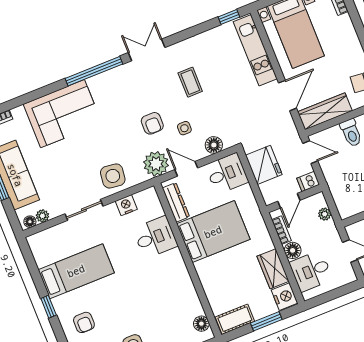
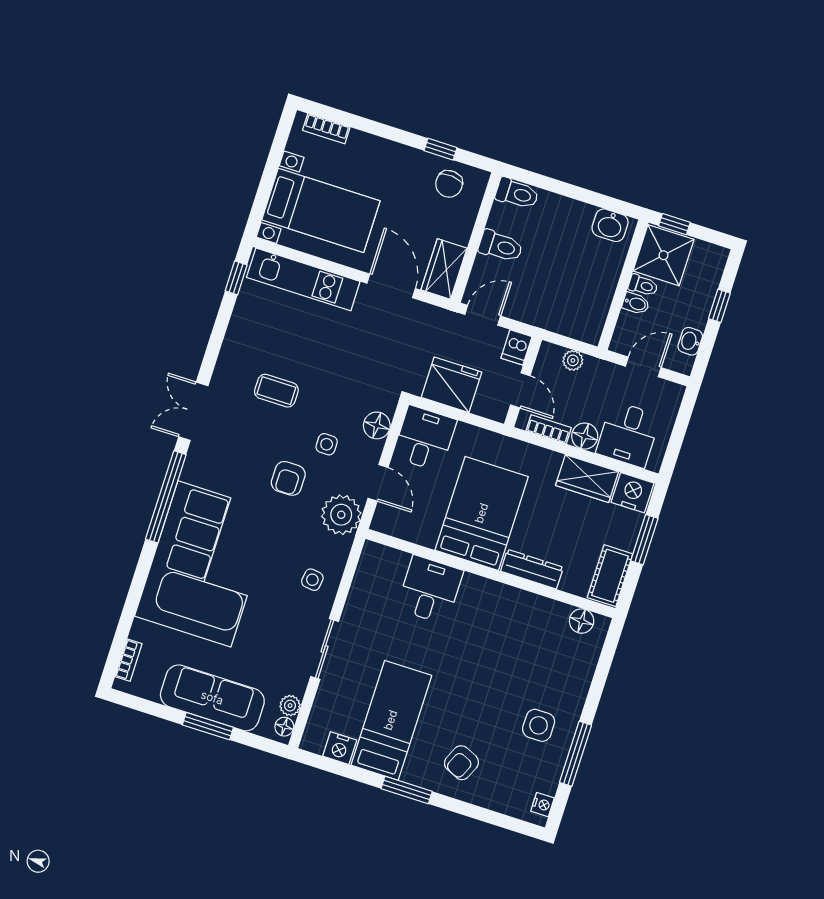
wardrobe: (325, 111) -> (444, 269), width x0.67
corner sofa: (63, 114) -> (204, 564), width x1.36, depth x1.36
armchair: (152, 123) -> (288, 478), turned 90
door: (186, 169) -> (378, 483), swing flipped
side table: (113, 176) -> (312, 580), width x0.54, depth x0.54
dresser: (176, 202) -> (532, 569), moved
nightstand: (126, 205) -> (340, 748), moved, turned -90
window: (49, 307) -> (407, 790), width x1.50
armchair: (84, 322) -> (461, 763), turned 114

